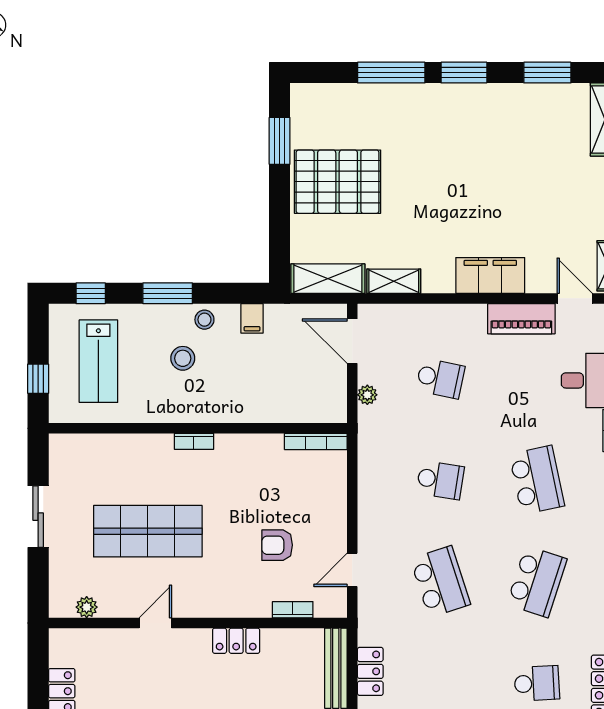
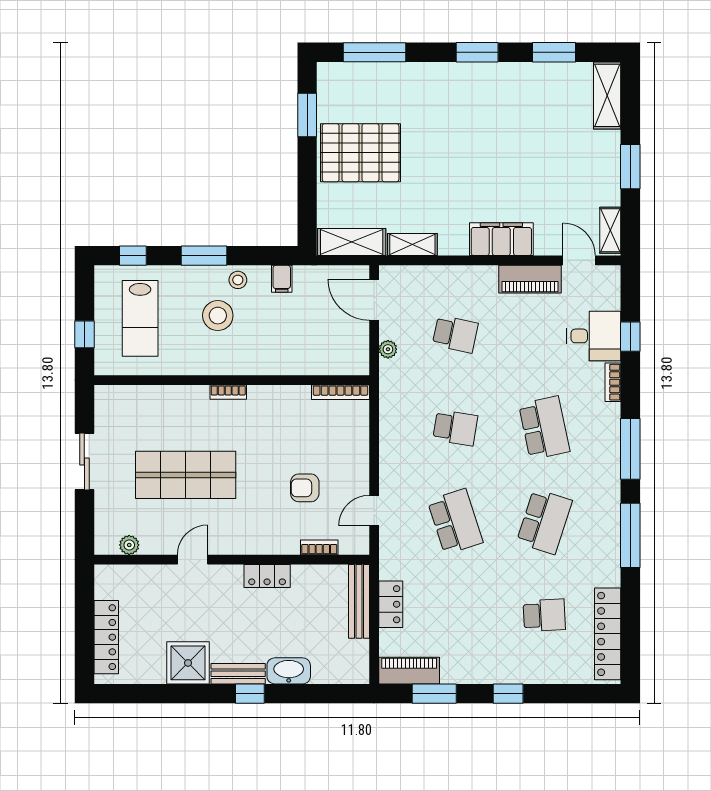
window: (391, 73) -> (374, 52), moved
stool: (183, 358) -> (218, 316), width x1.38, depth x1.38

